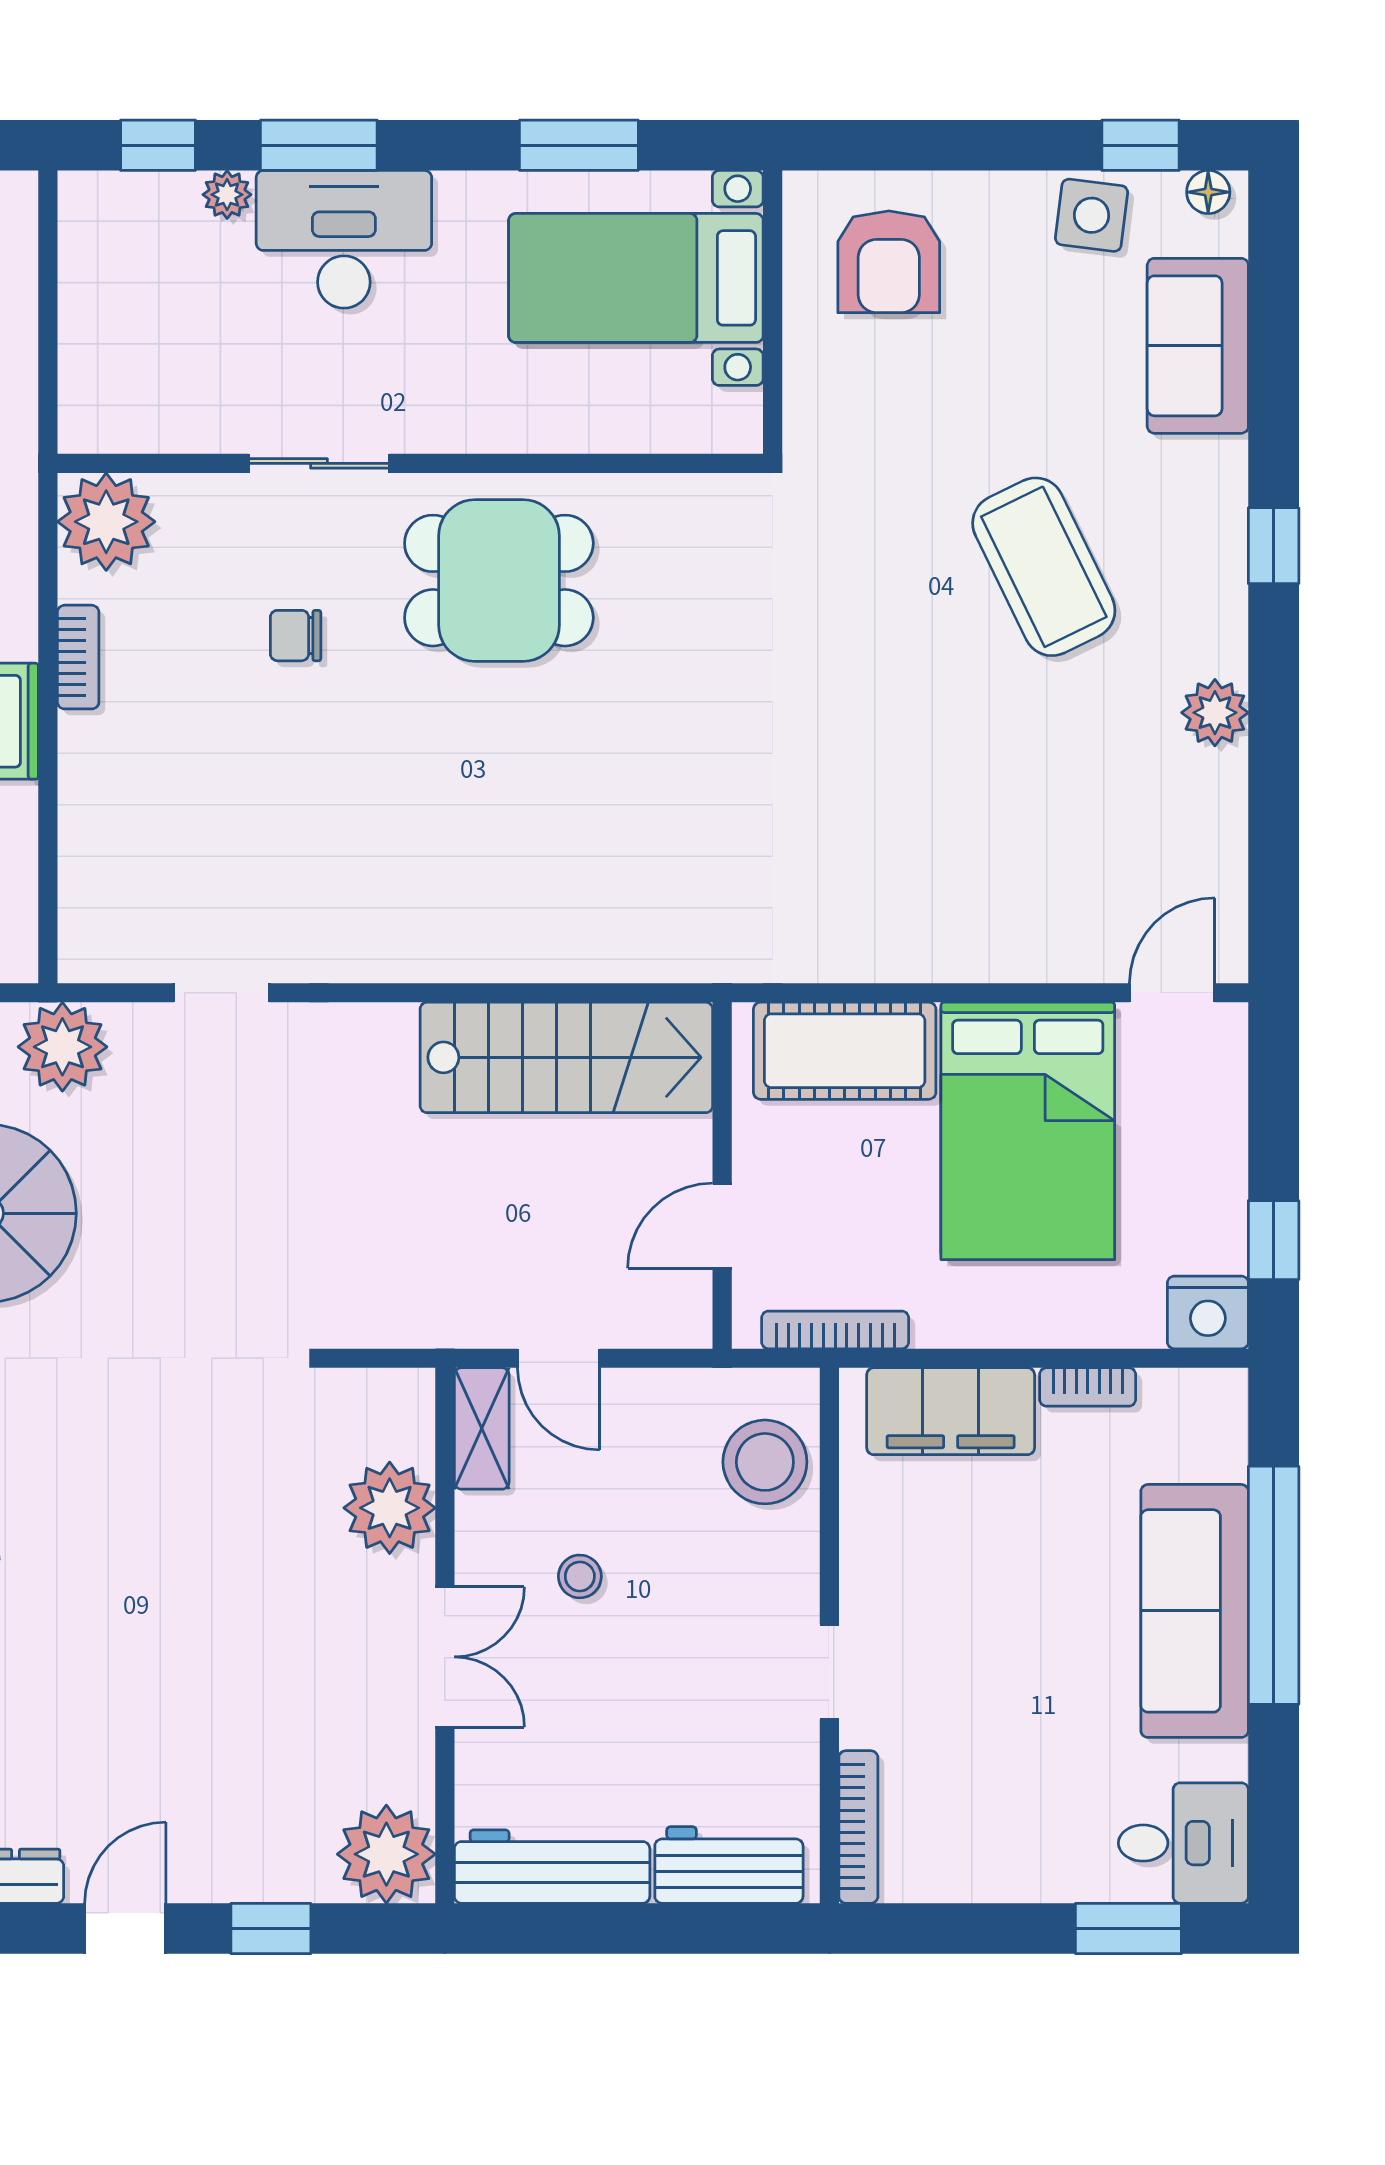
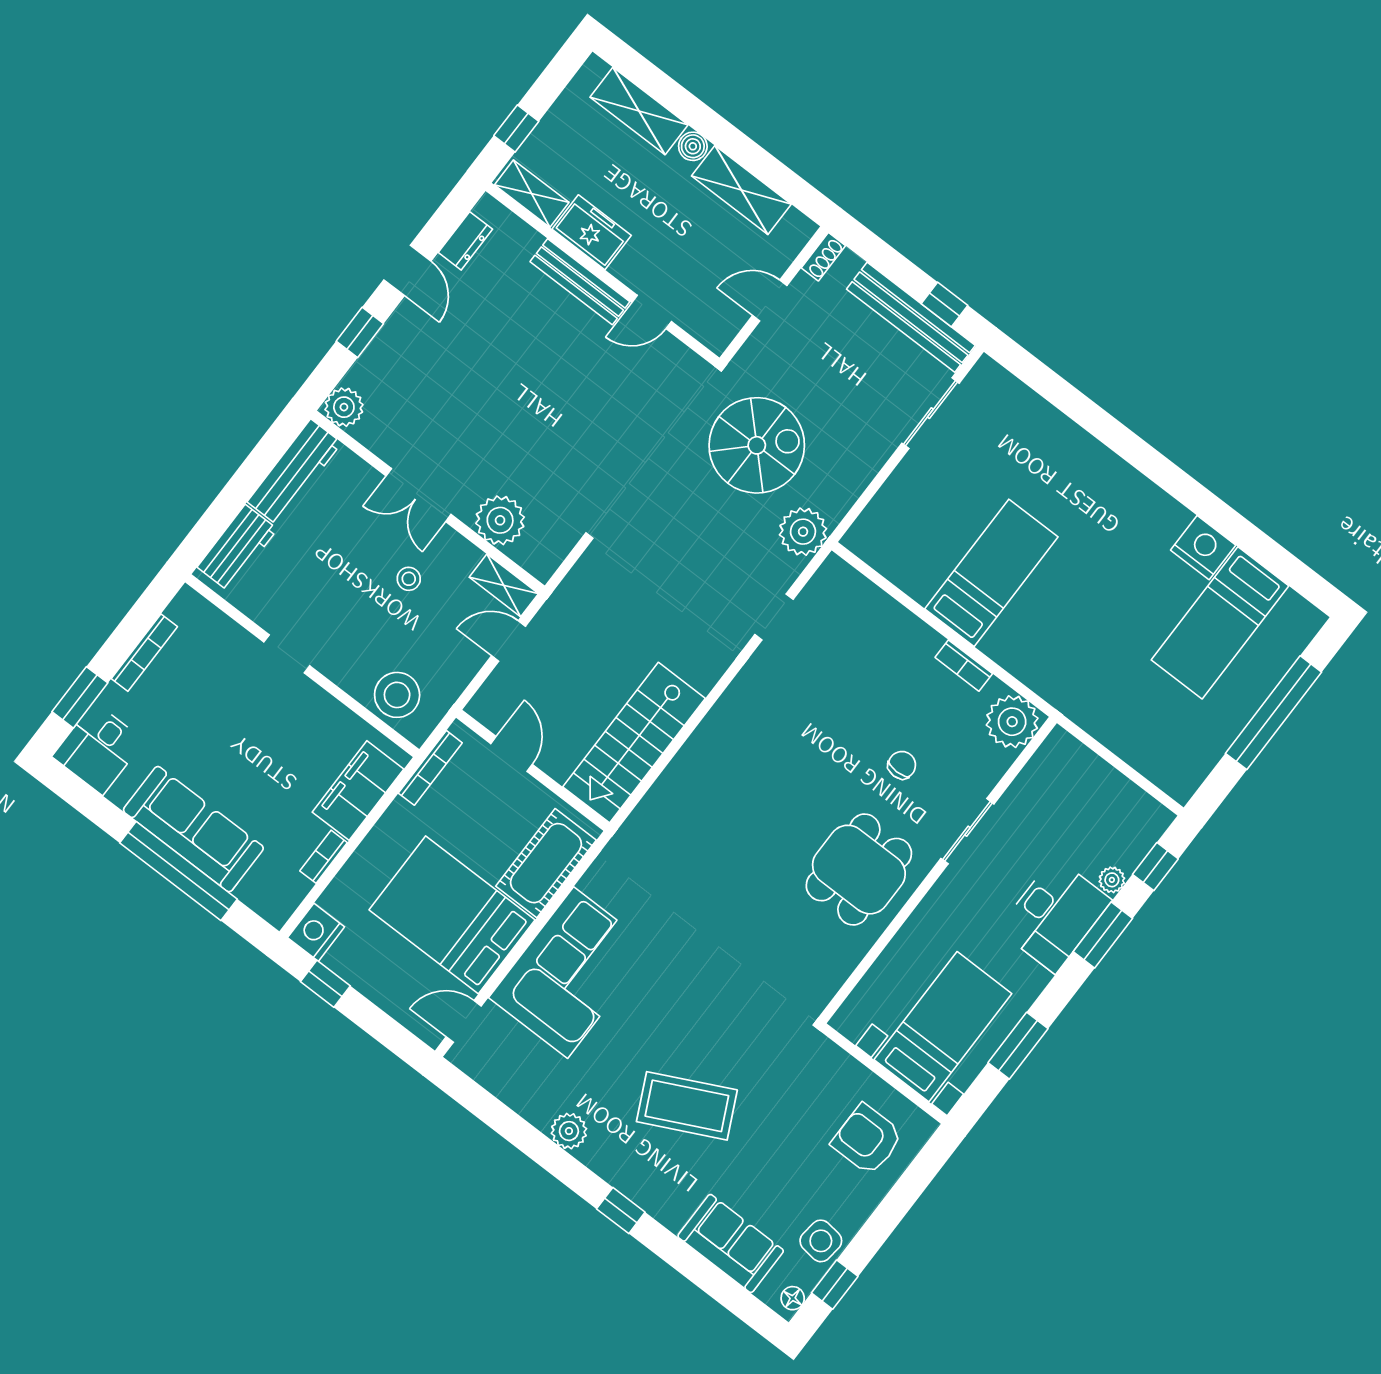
corner sofa: (979, 890) -> (571, 973), added
door: (1172, 993) -> (464, 1021), swing flipped
bookcase: (858, 1827) -> (144, 653), moved, turned -90
plant: (386, 1854) -> (344, 407), width x0.73, depth x0.73

